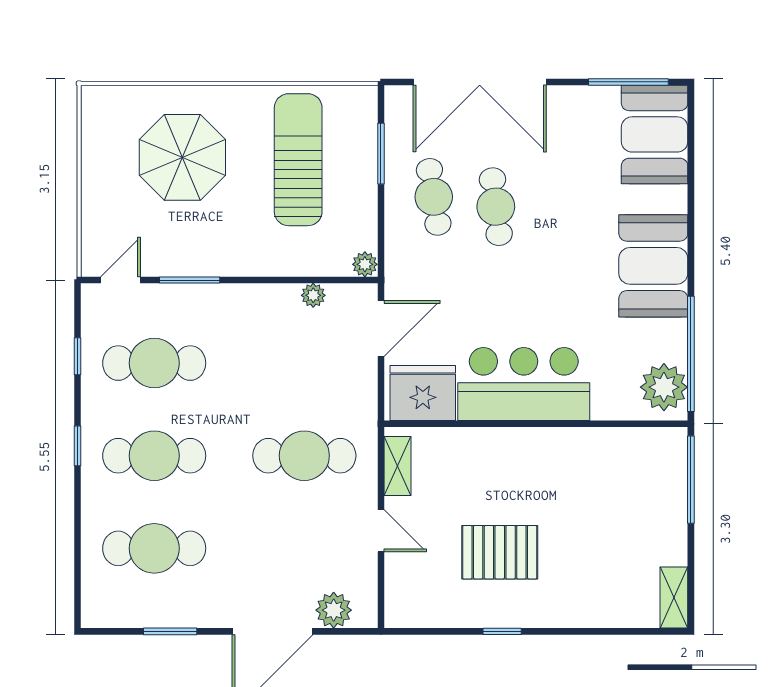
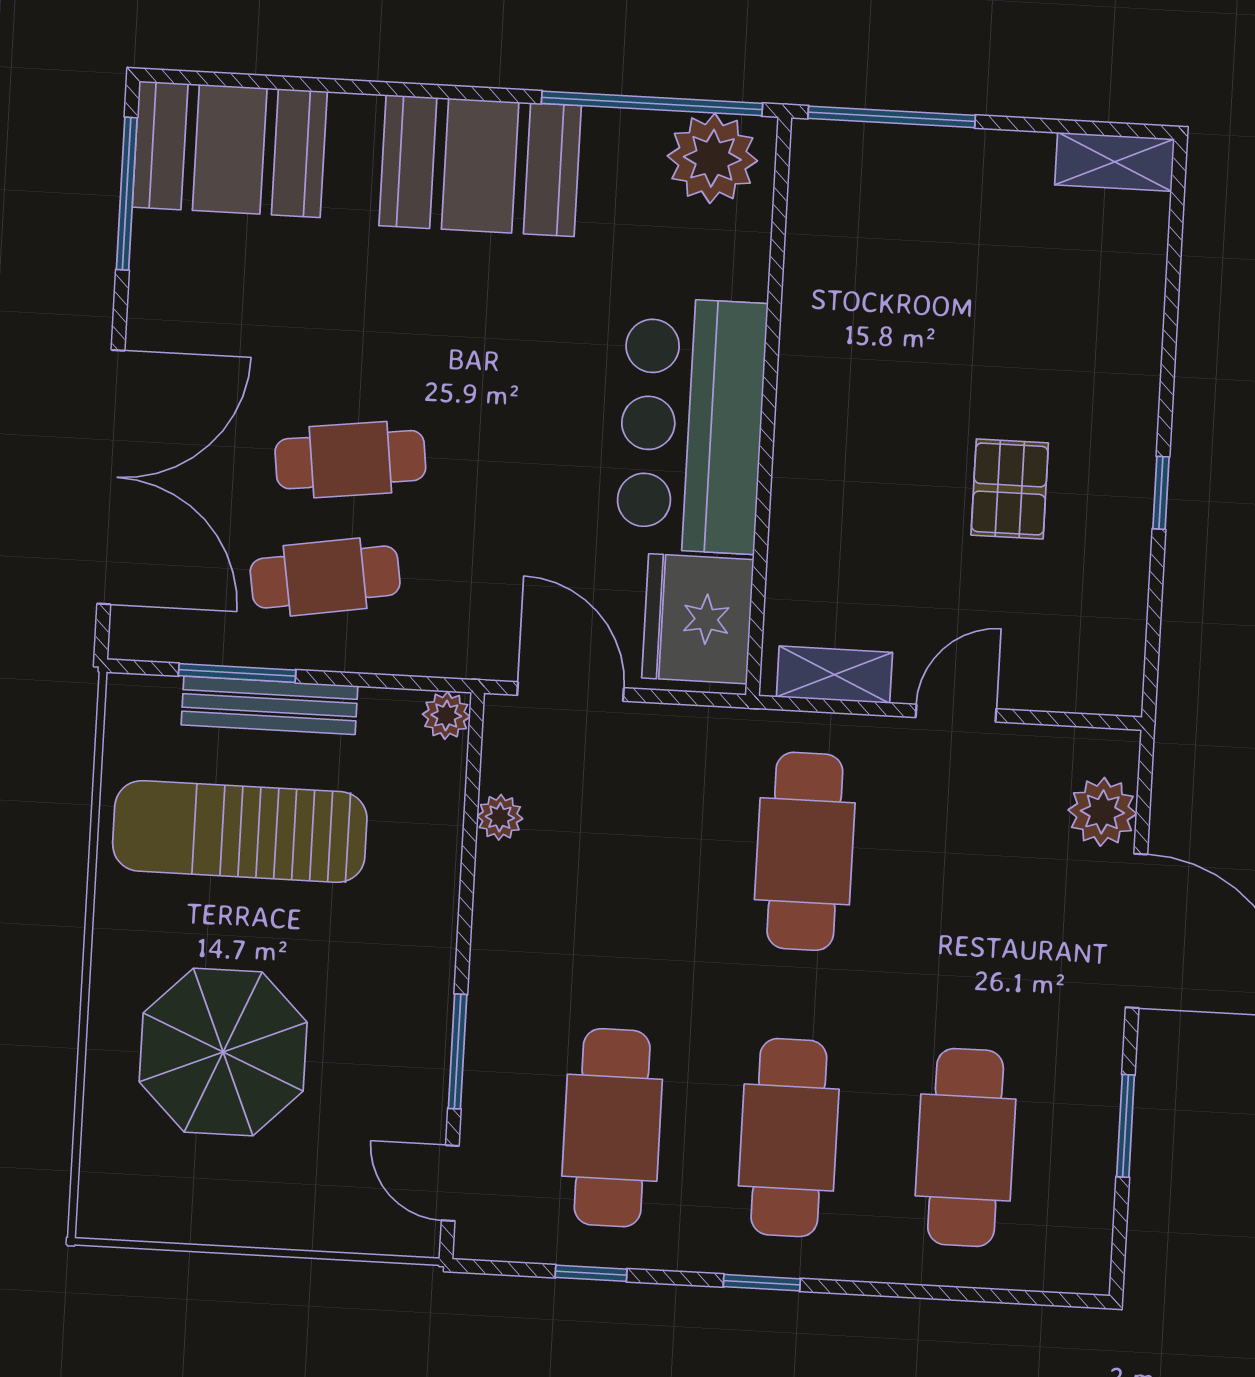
bench: (365, 172) -> (269, 705), added
pallet: (500, 552) -> (1010, 489), width x0.67, depth x0.71

